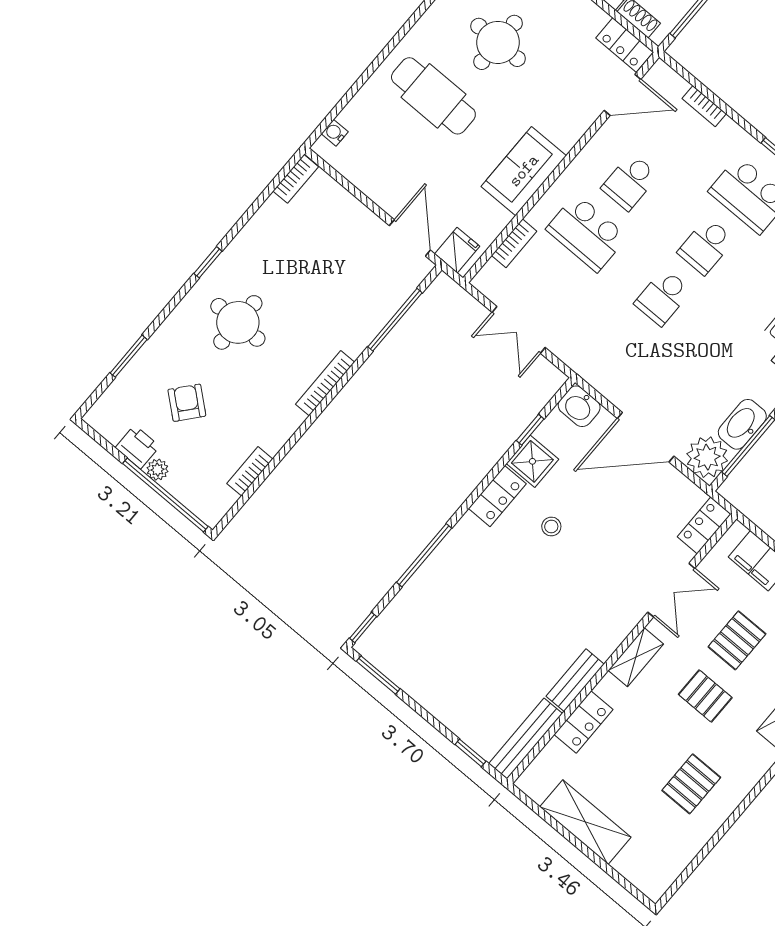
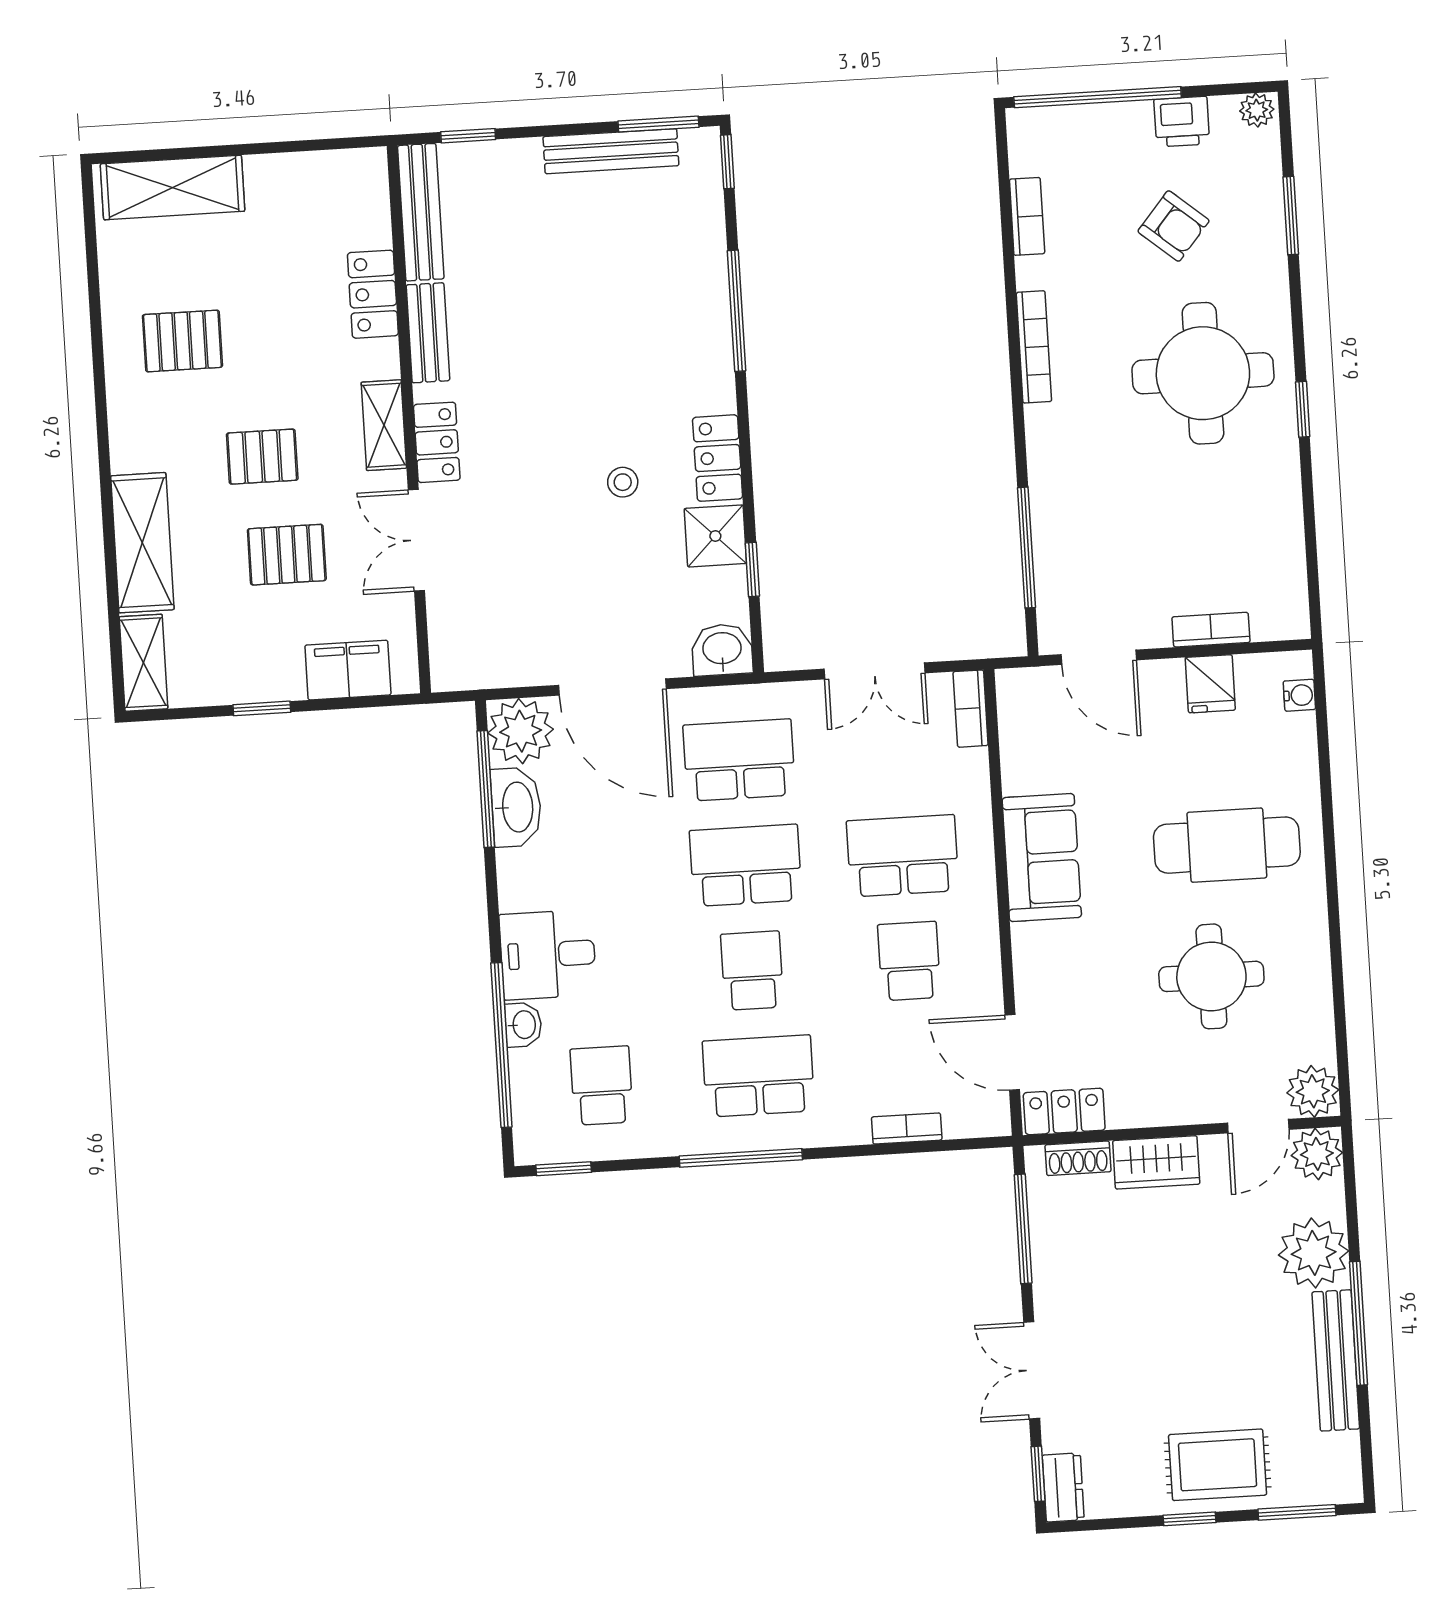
door: (623, 95) -> (1012, 1052), hinge flipped
bookcase: (296, 179) -> (1211, 630), moved, turned 90
bookcase: (514, 243) -> (971, 709), moved
fridge: (457, 250) -> (1210, 684), moved
school desk: (663, 297) -> (746, 865), width x1.85
round table: (238, 322) -> (1203, 373), width x1.36, depth x1.36
double door: (519, 330) -> (874, 671), swing flipped
school desk: (620, 348) -> (739, 760), added
bookcase: (325, 383) -> (1034, 347), moved
door: (646, 437) -> (612, 687), swing flipped
plant: (157, 470) -> (1257, 110), moved
locker: (704, 525) -> (437, 442), moved
pallet: (737, 640) -> (287, 555), turned 90
bench: (412, 683) -> (611, 151), added
pallet: (691, 784) -> (182, 341), turned 90
shelving: (585, 822) -> (173, 187), moved

